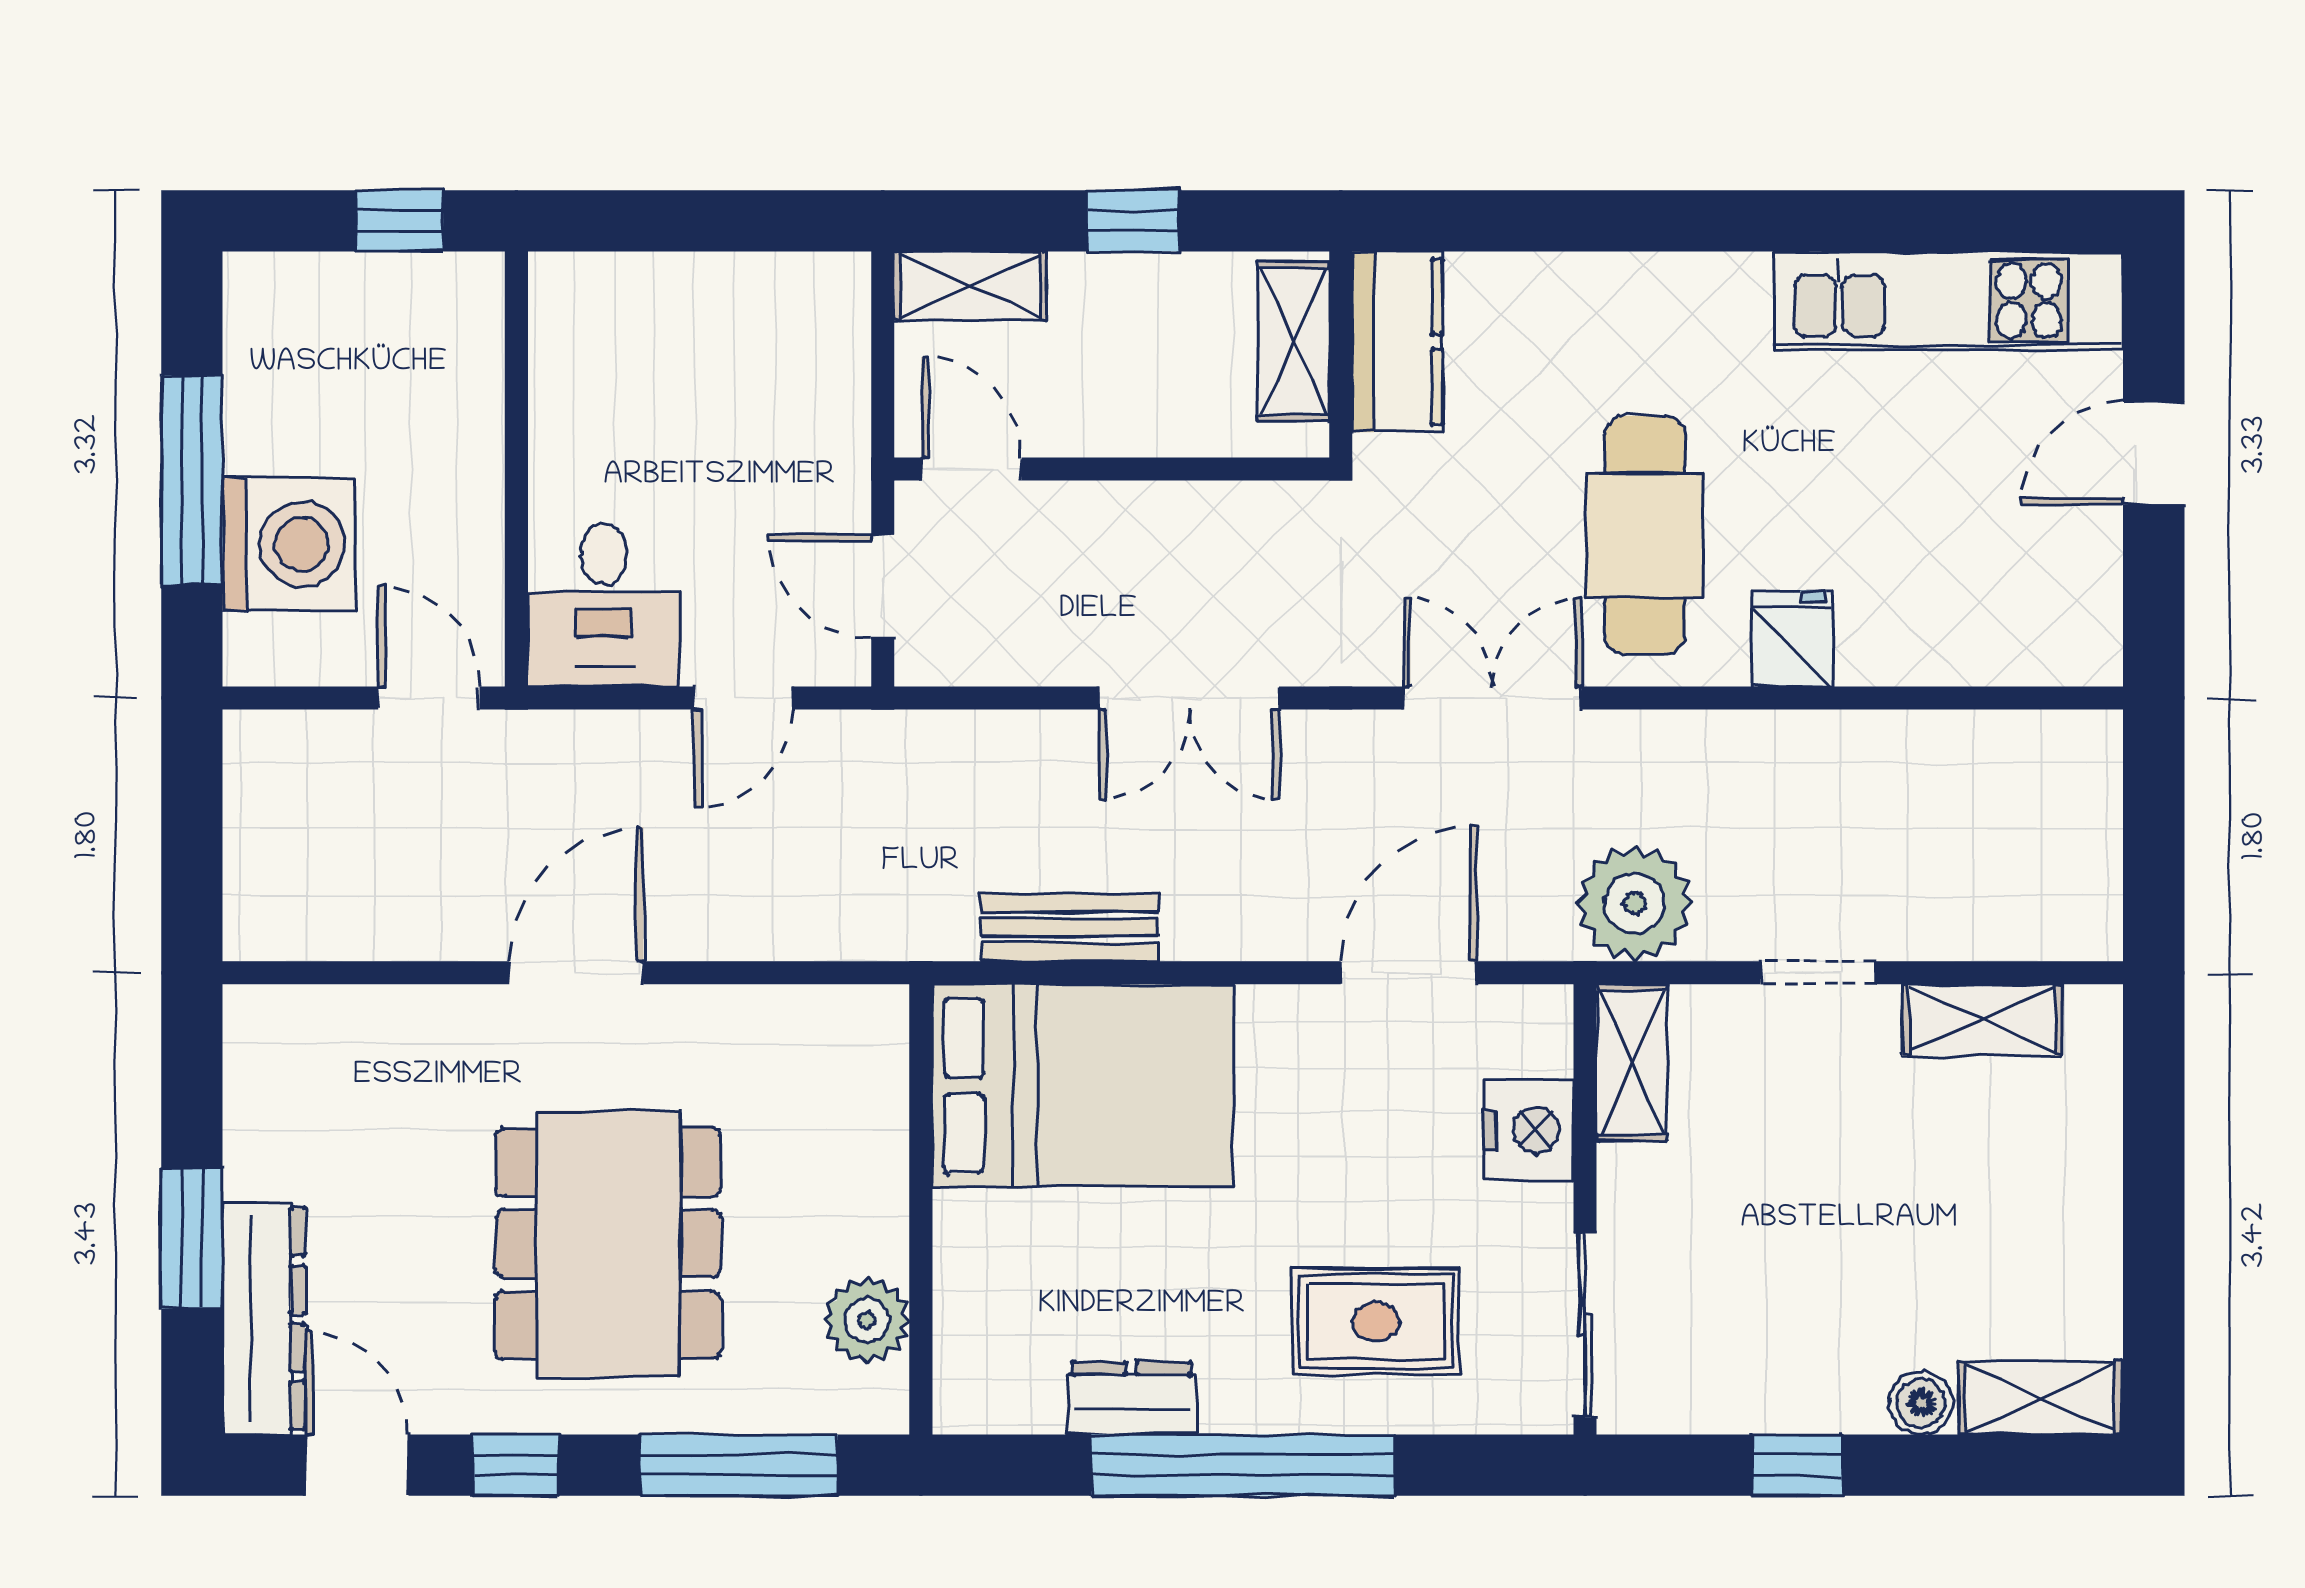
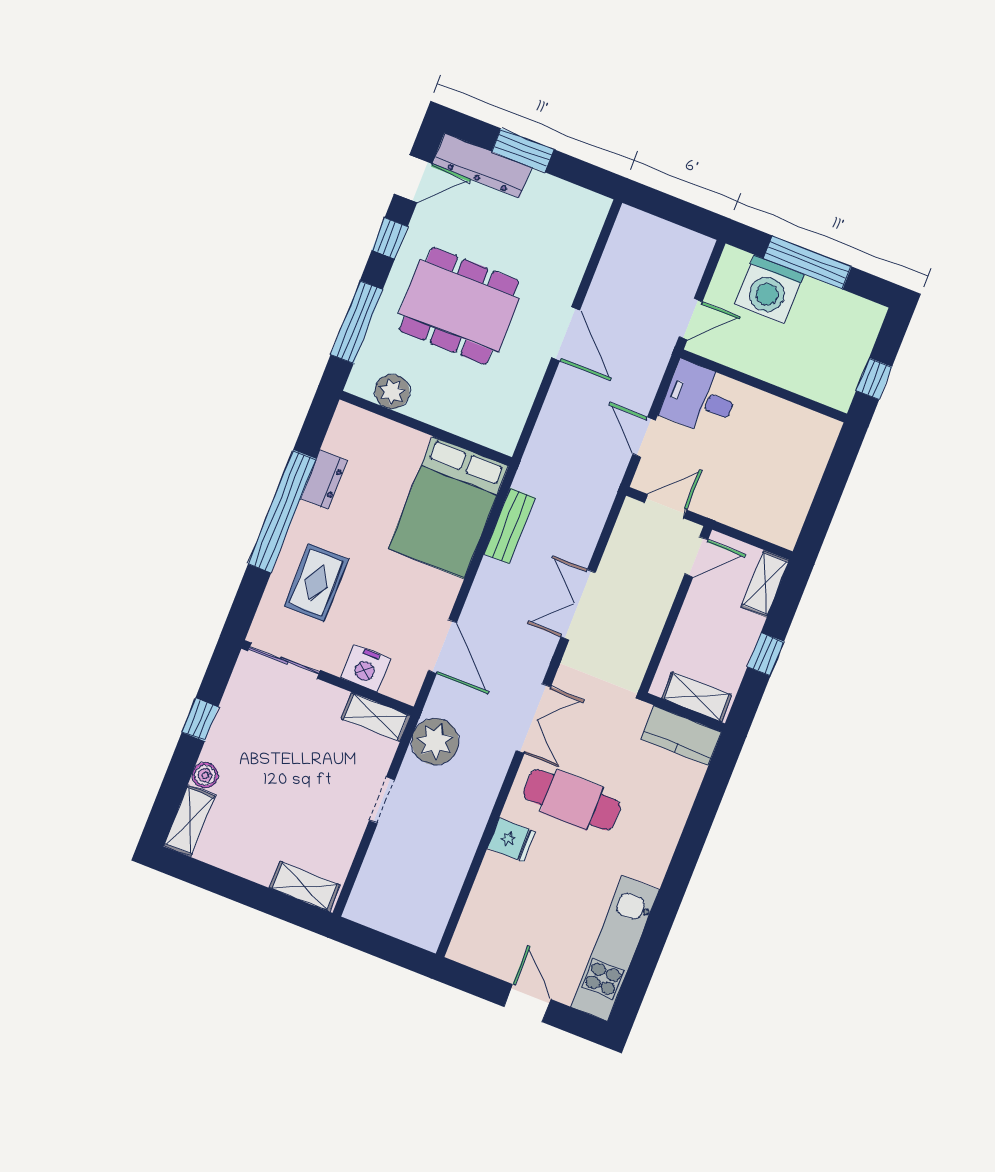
shelving: (1982, 1020) -> (305, 887), moved, turned 90

